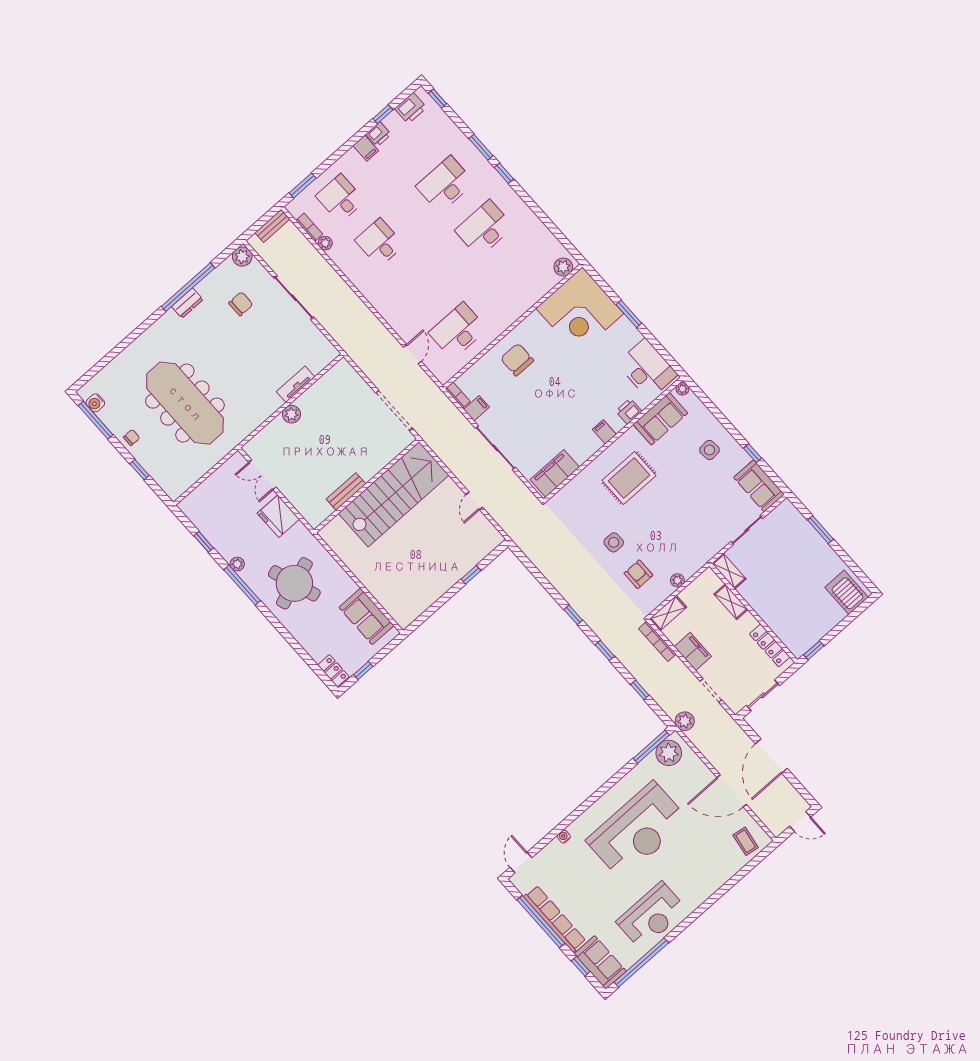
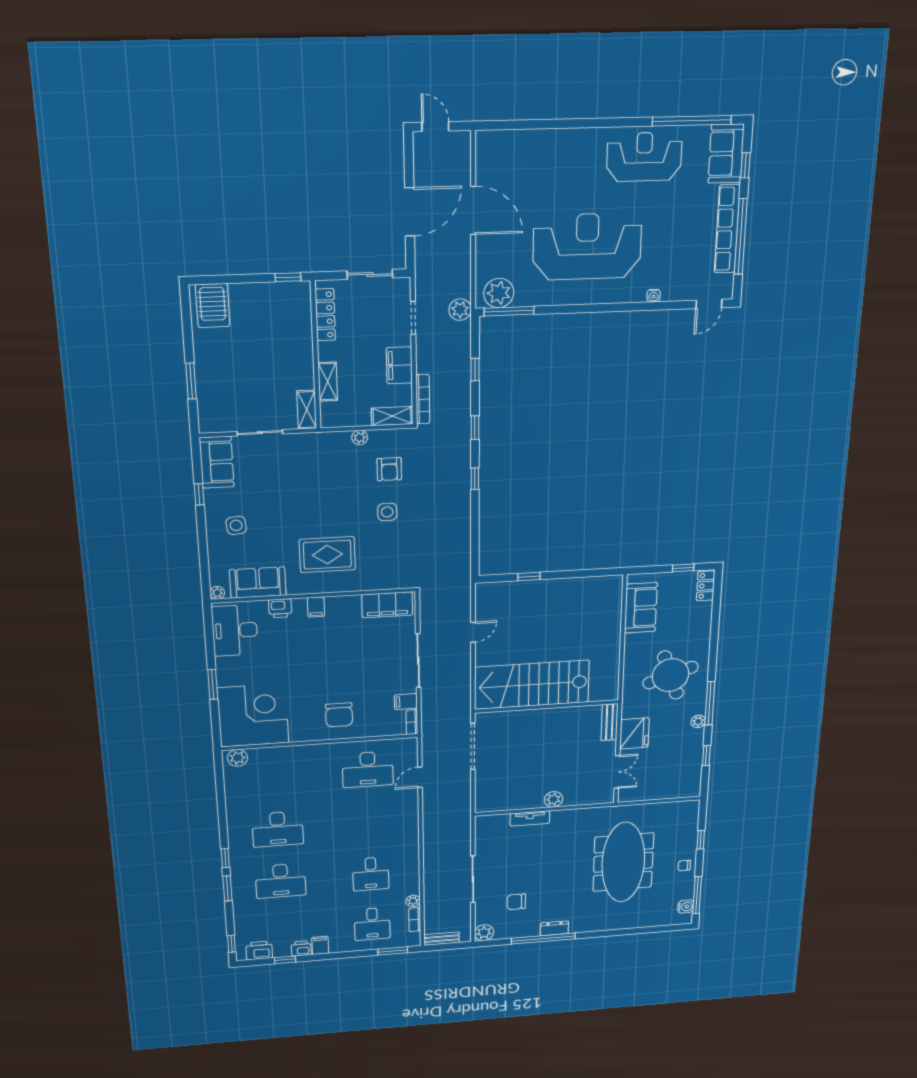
bench: (346, 491) -> (609, 722), moved, turned 90
coffee table: (746, 841) -> (501, 152), removed

